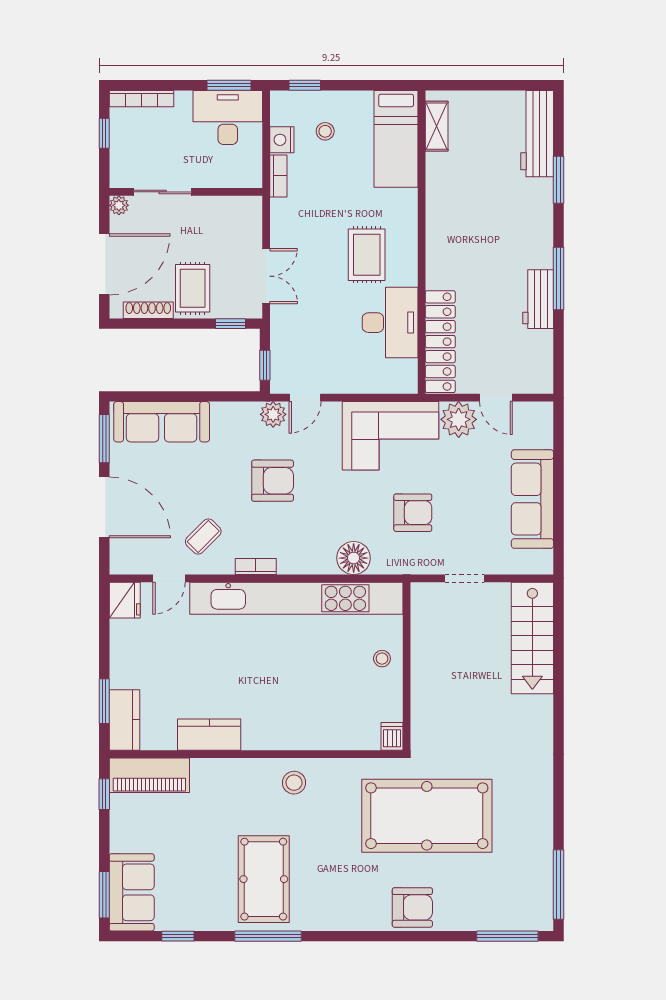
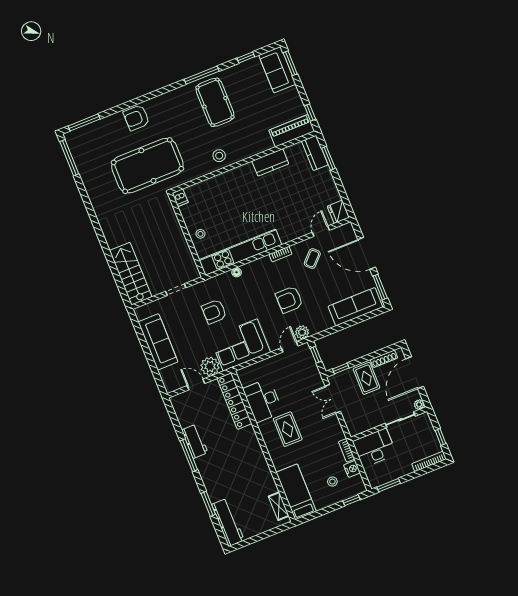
desk: (228, 117) -> (374, 448), moved, turned 180
floor lamp: (354, 558) -> (237, 272), width x0.53, depth x0.53
kitchen unit: (296, 598) -> (240, 252), width x0.73

